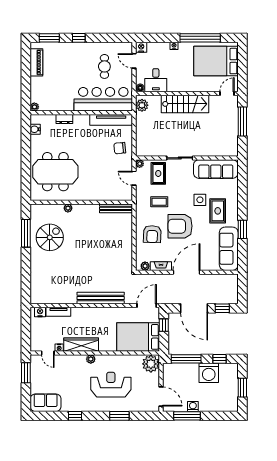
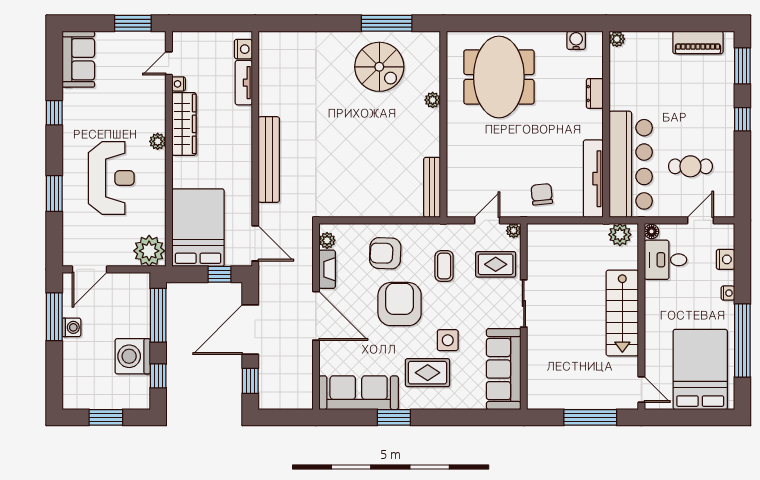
nightstand: (141, 47) -> (725, 259), moved

